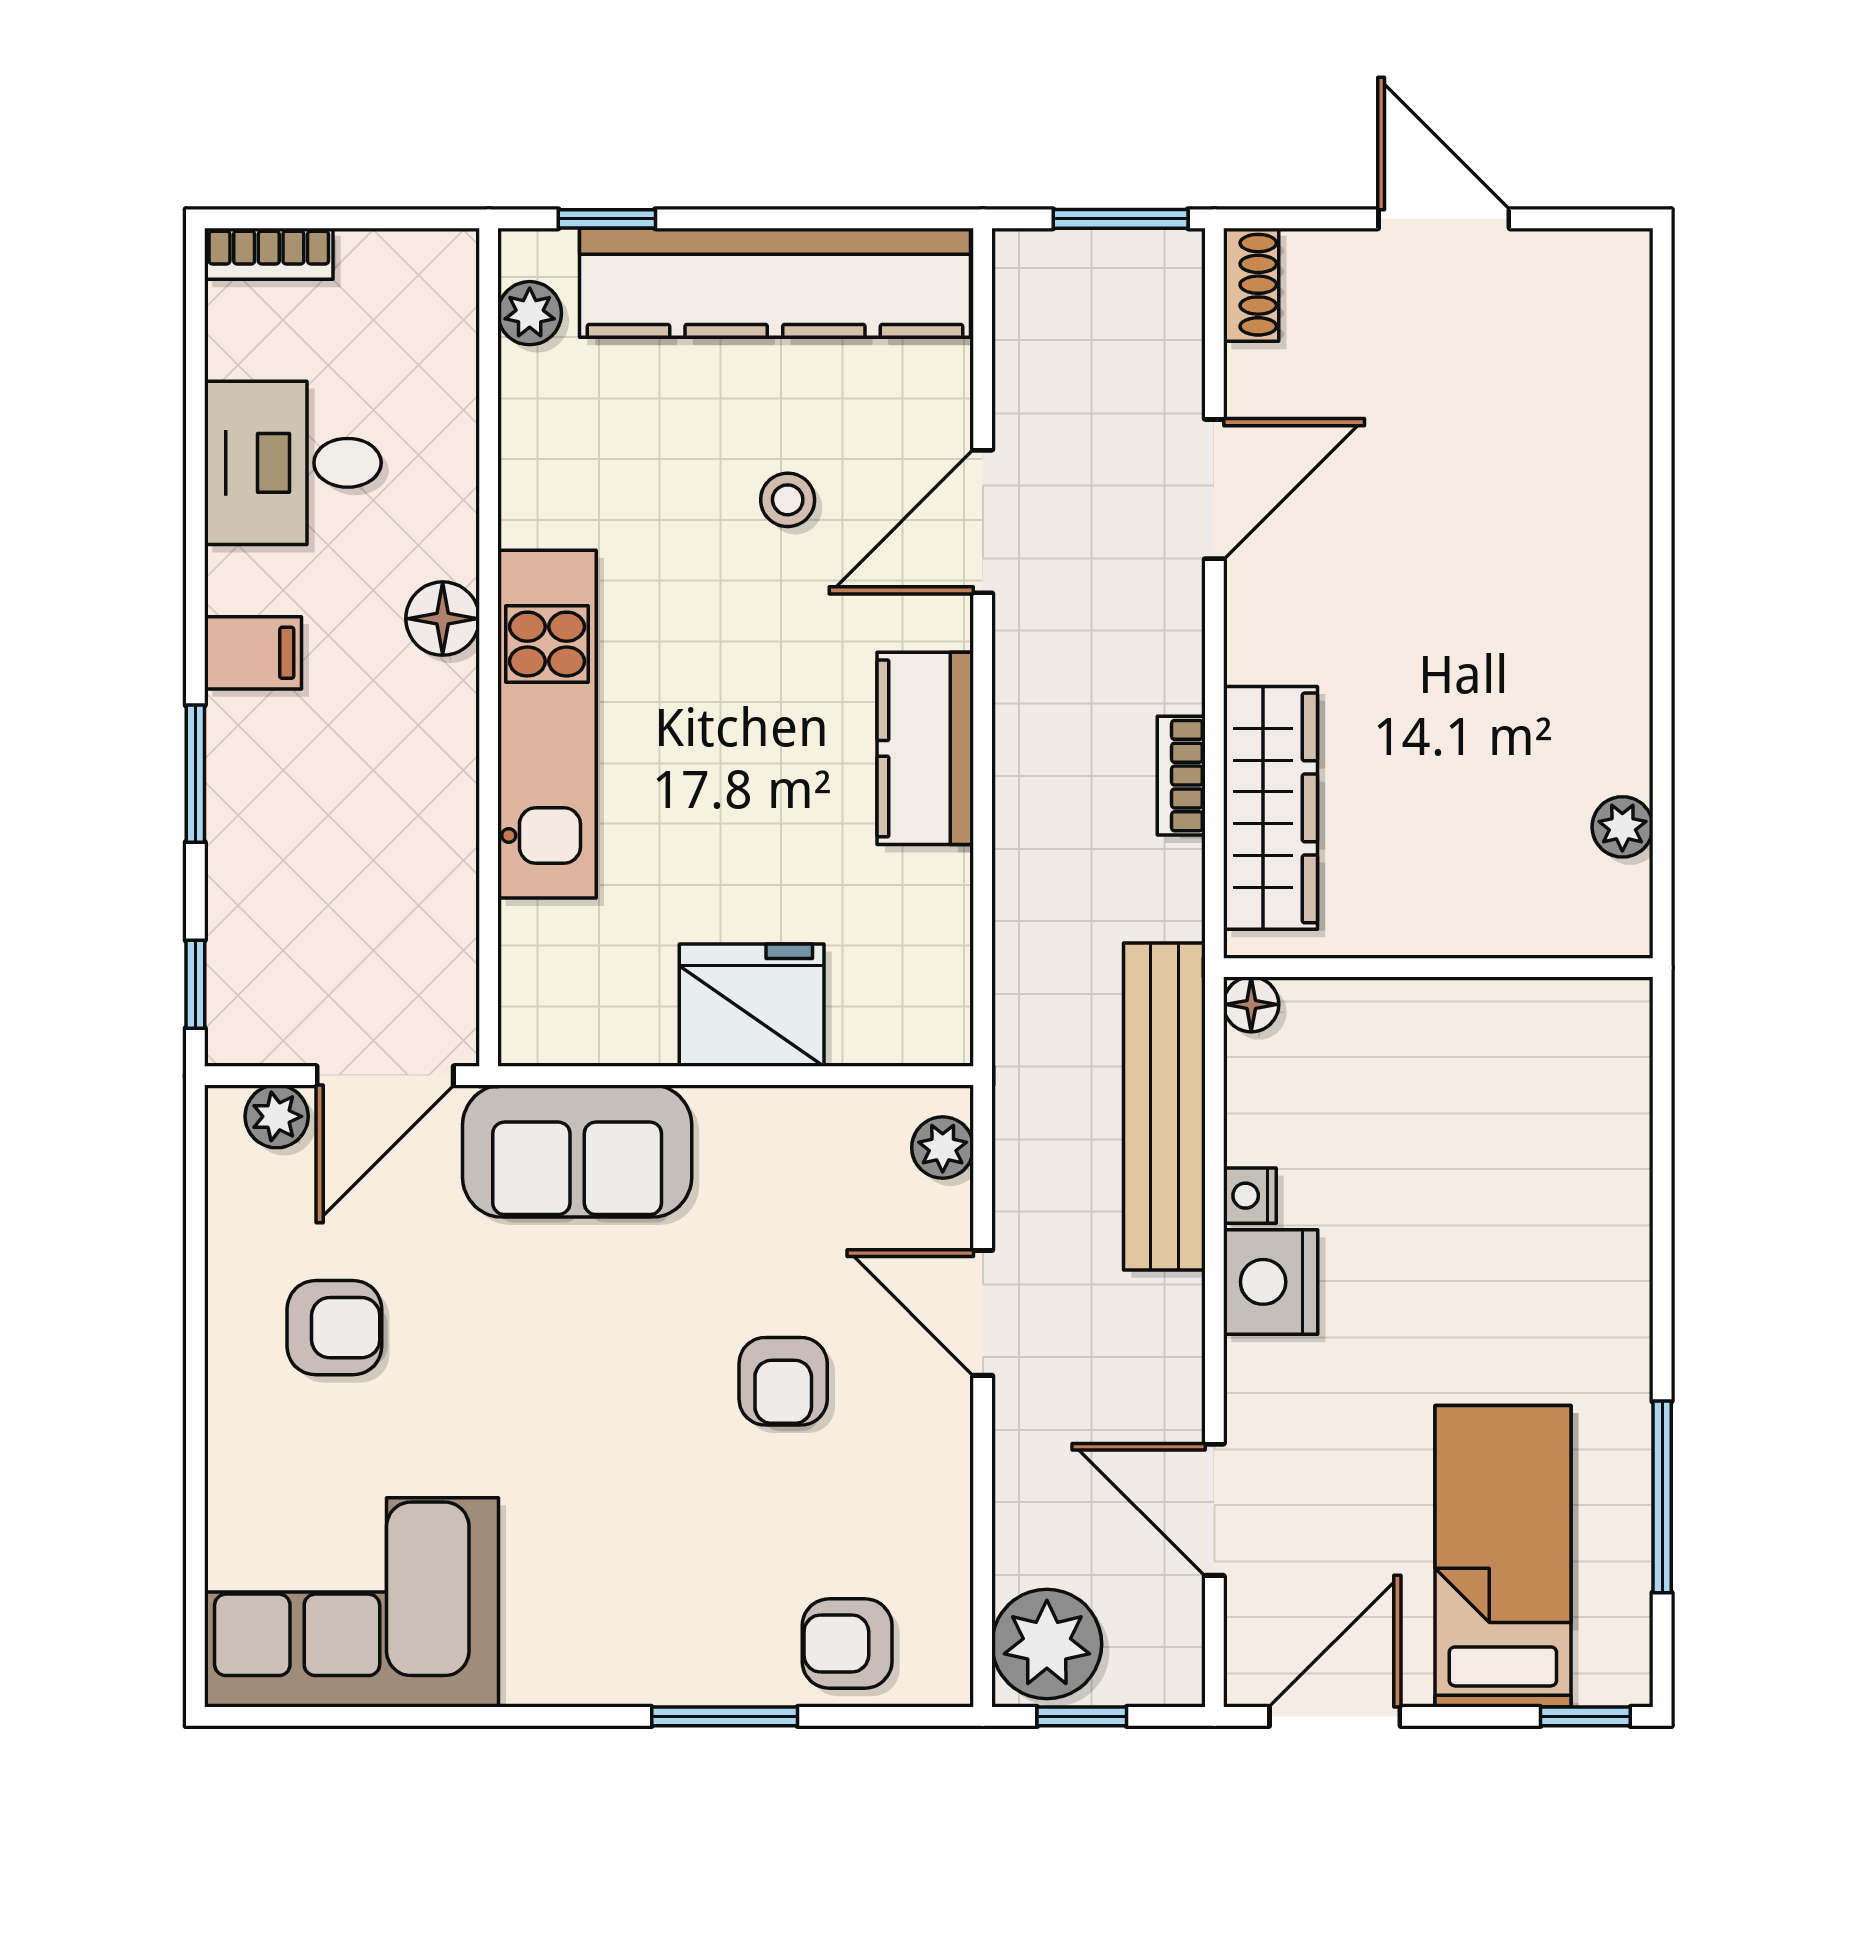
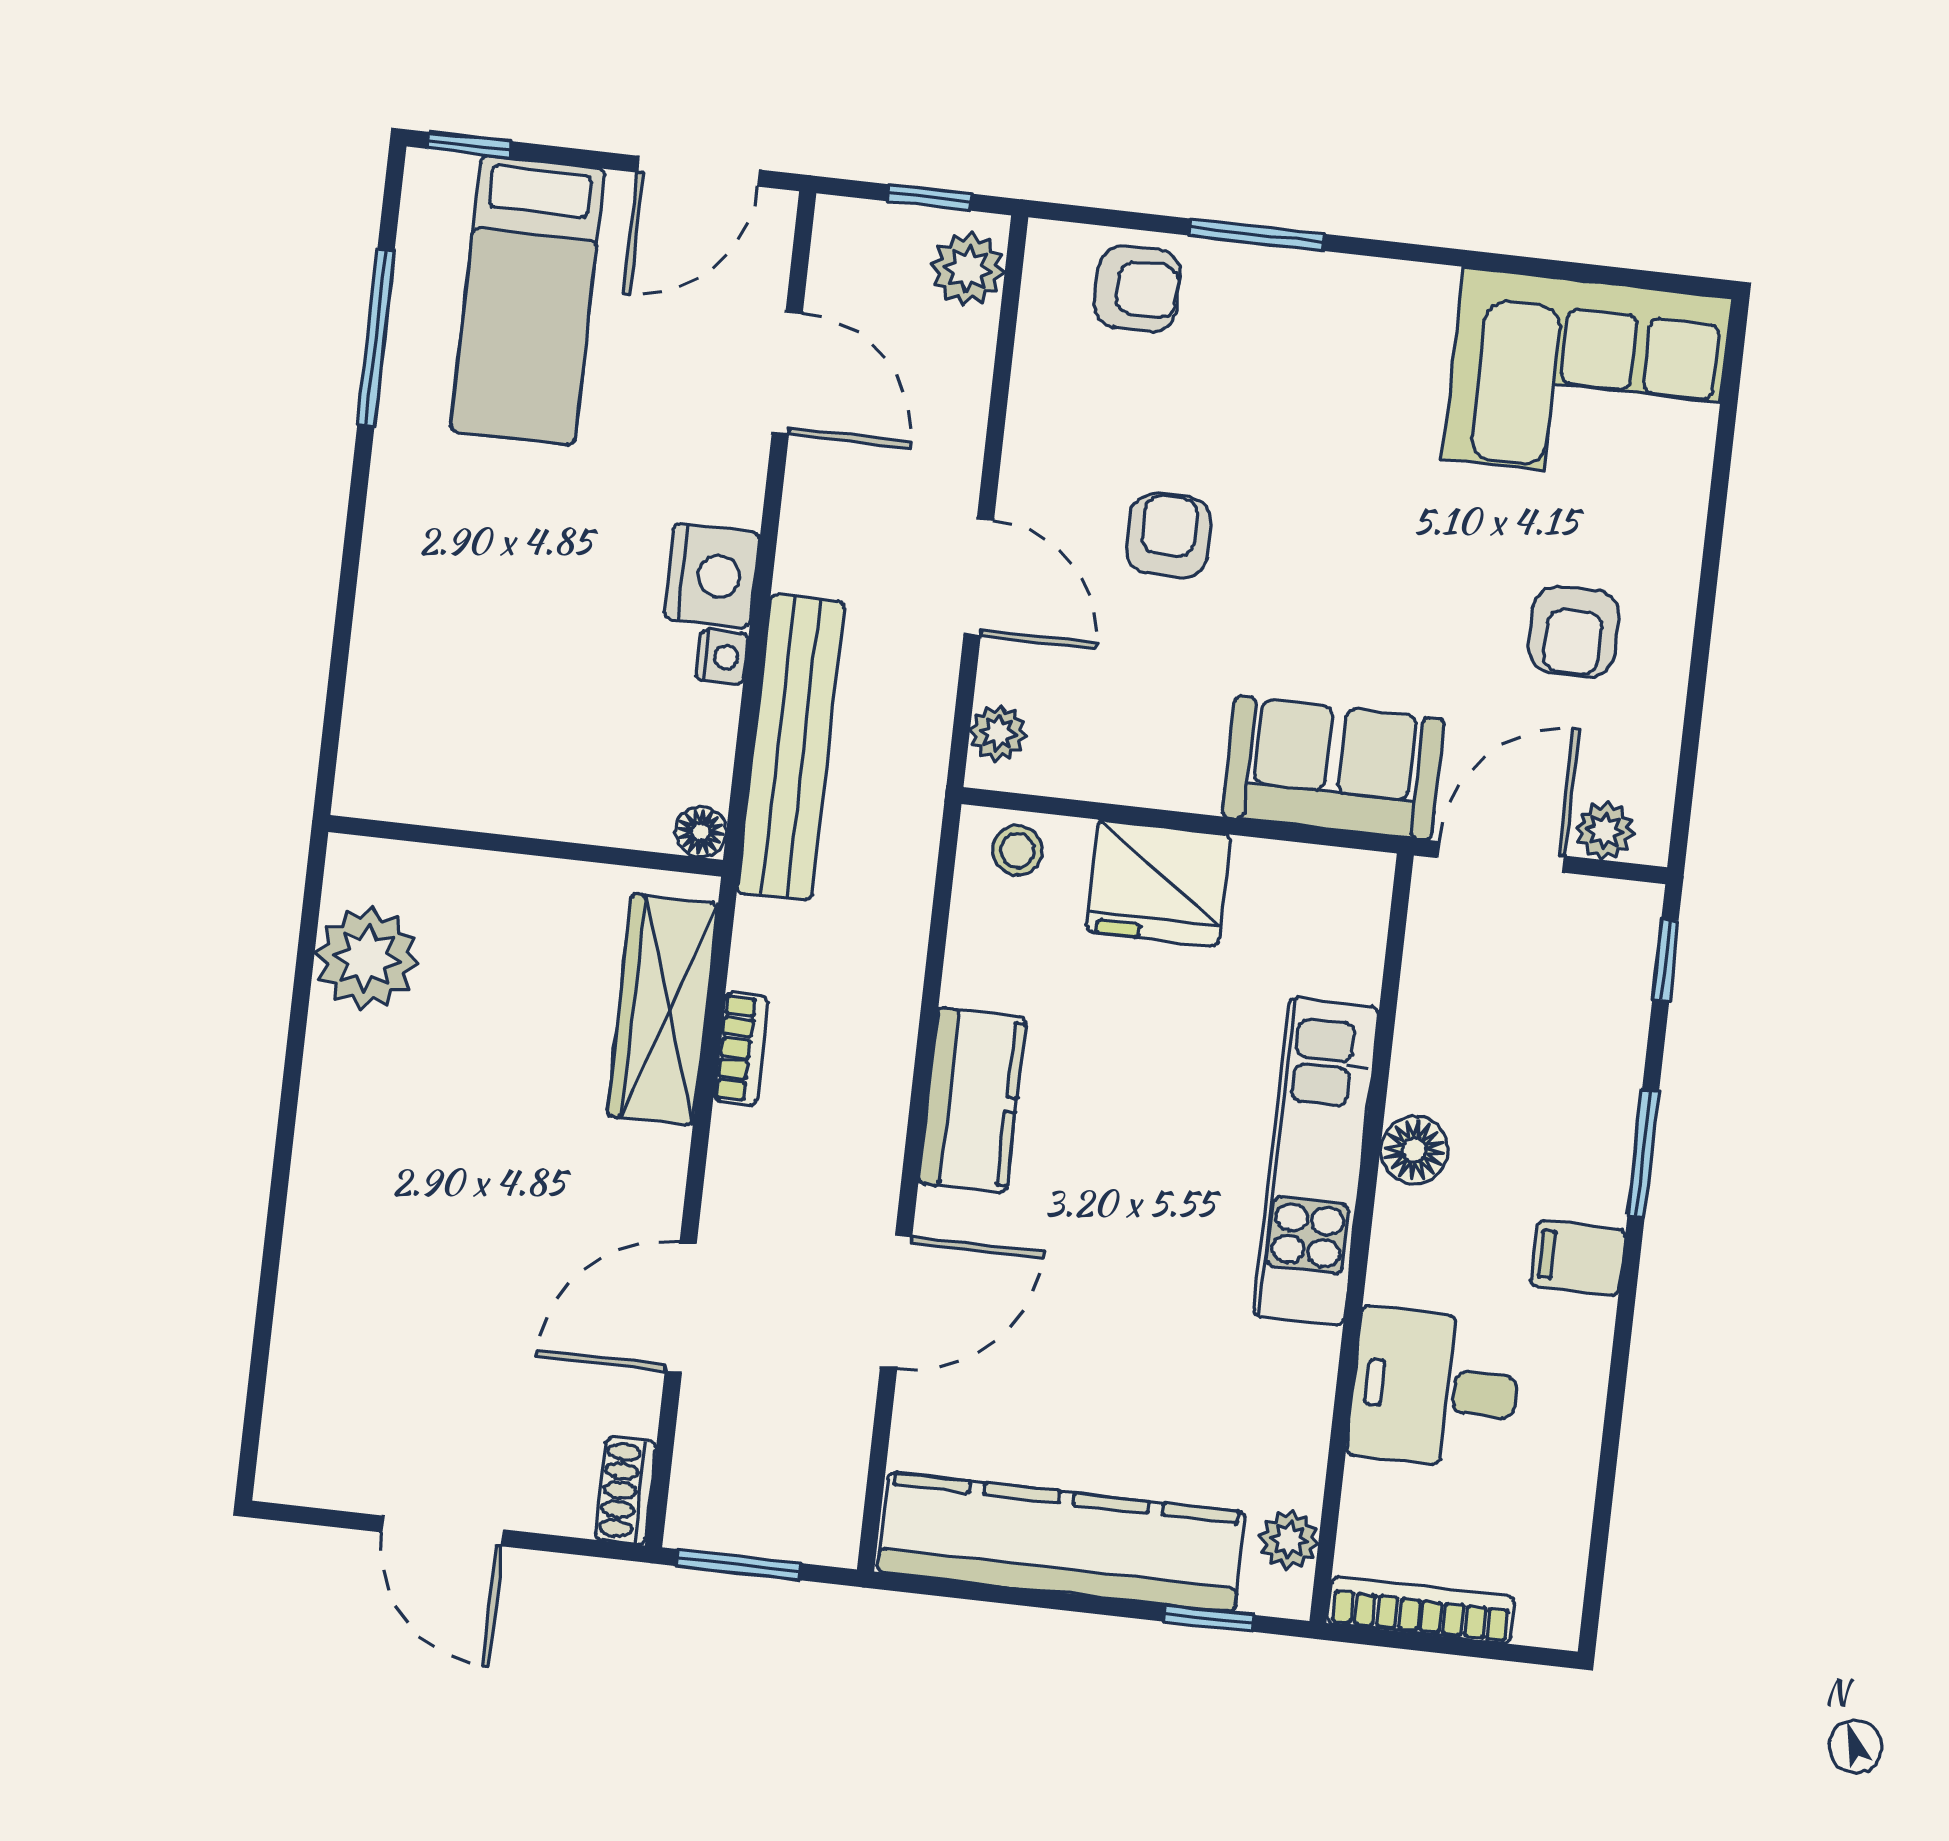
bookcase: (269, 254) -> (1421, 1610), moved, width x1.56
desk: (293, 463) -> (1435, 1389), moved, turned 180
stool: (788, 500) -> (1017, 851), moved
floor lamp: (443, 619) -> (1414, 1150), moved
plant: (1622, 827) -> (367, 958), width x1.87, depth x1.87
armchair: (334, 1328) -> (1574, 631), turned -90
plant: (1047, 1644) -> (968, 269), width x0.73, depth x0.73

